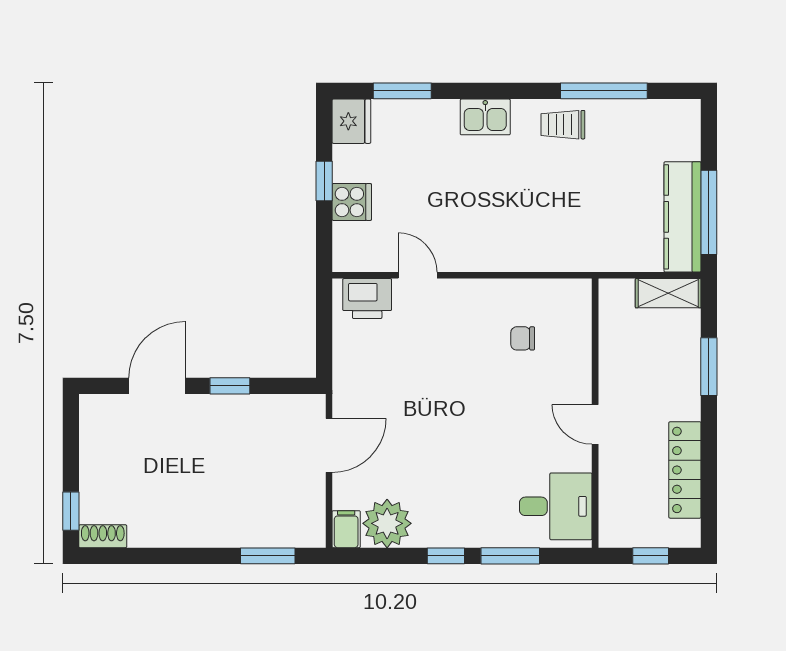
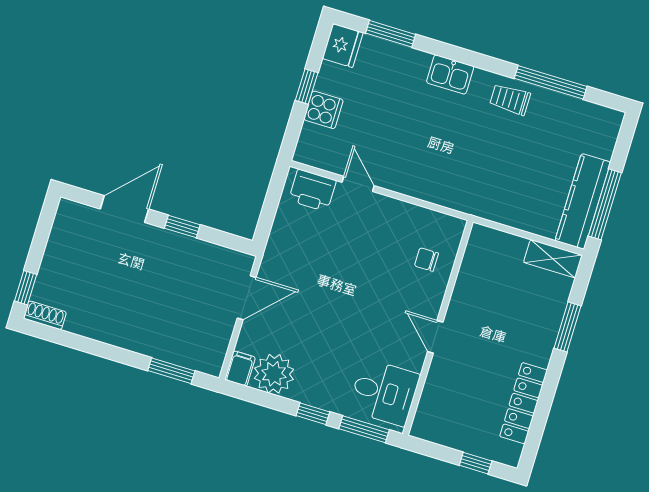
wall: (595, 413) -> (438, 328), moved
door: (595, 424) -> (435, 337), moved
desk: (556, 506) -> (384, 392), moved

